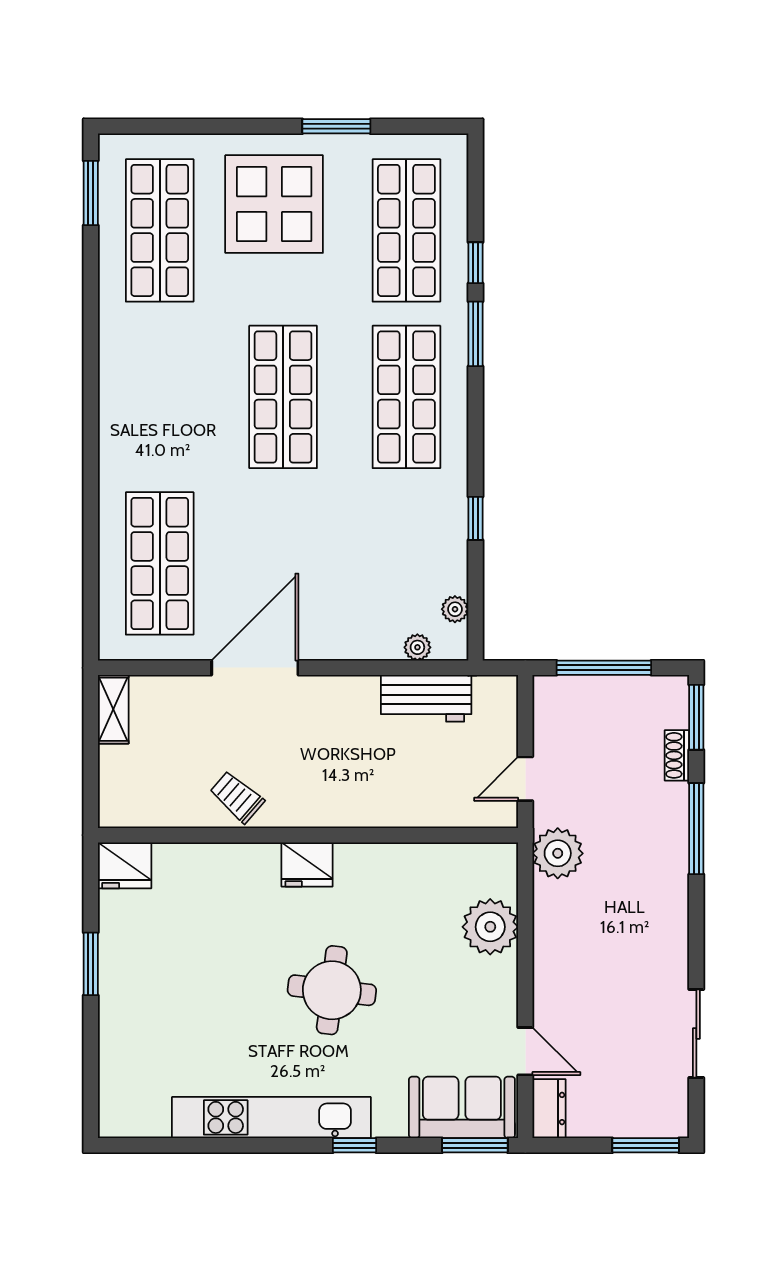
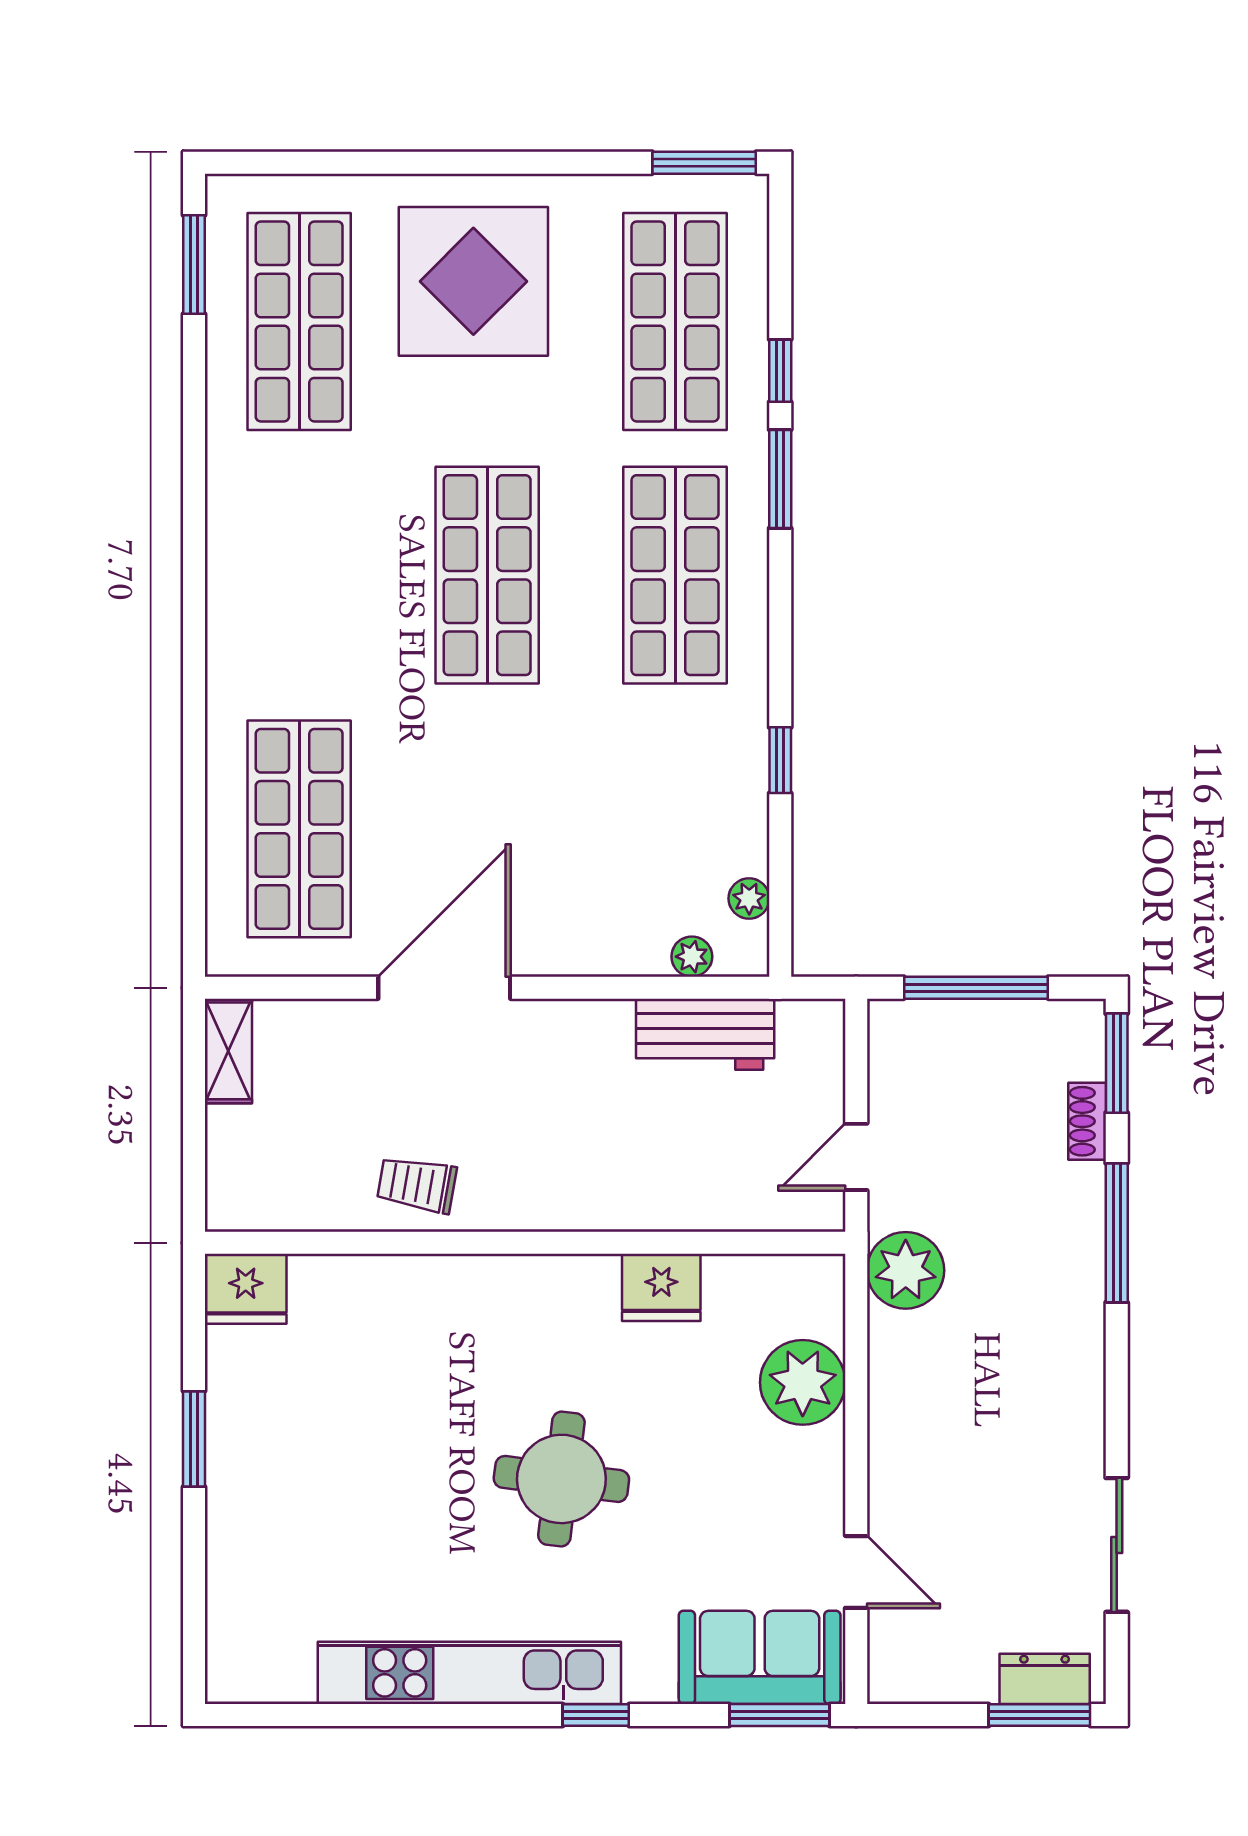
window: (336, 126) -> (704, 163), moved
trolley: (237, 797) -> (417, 1185), turned -31
fridge: (307, 864) -> (661, 1287), moved
dresser: (549, 1109) -> (1045, 1679), moved, turned -90

